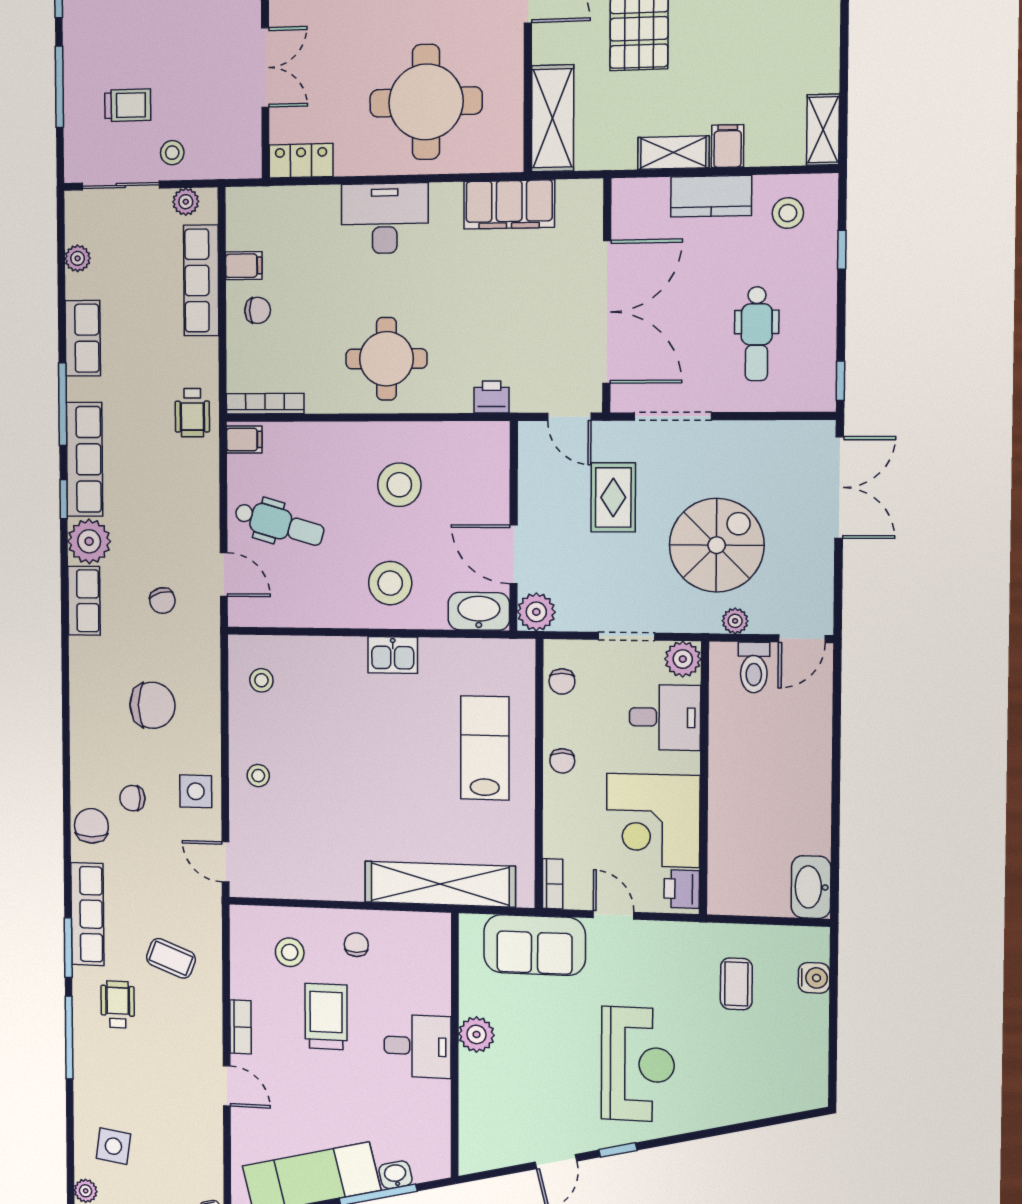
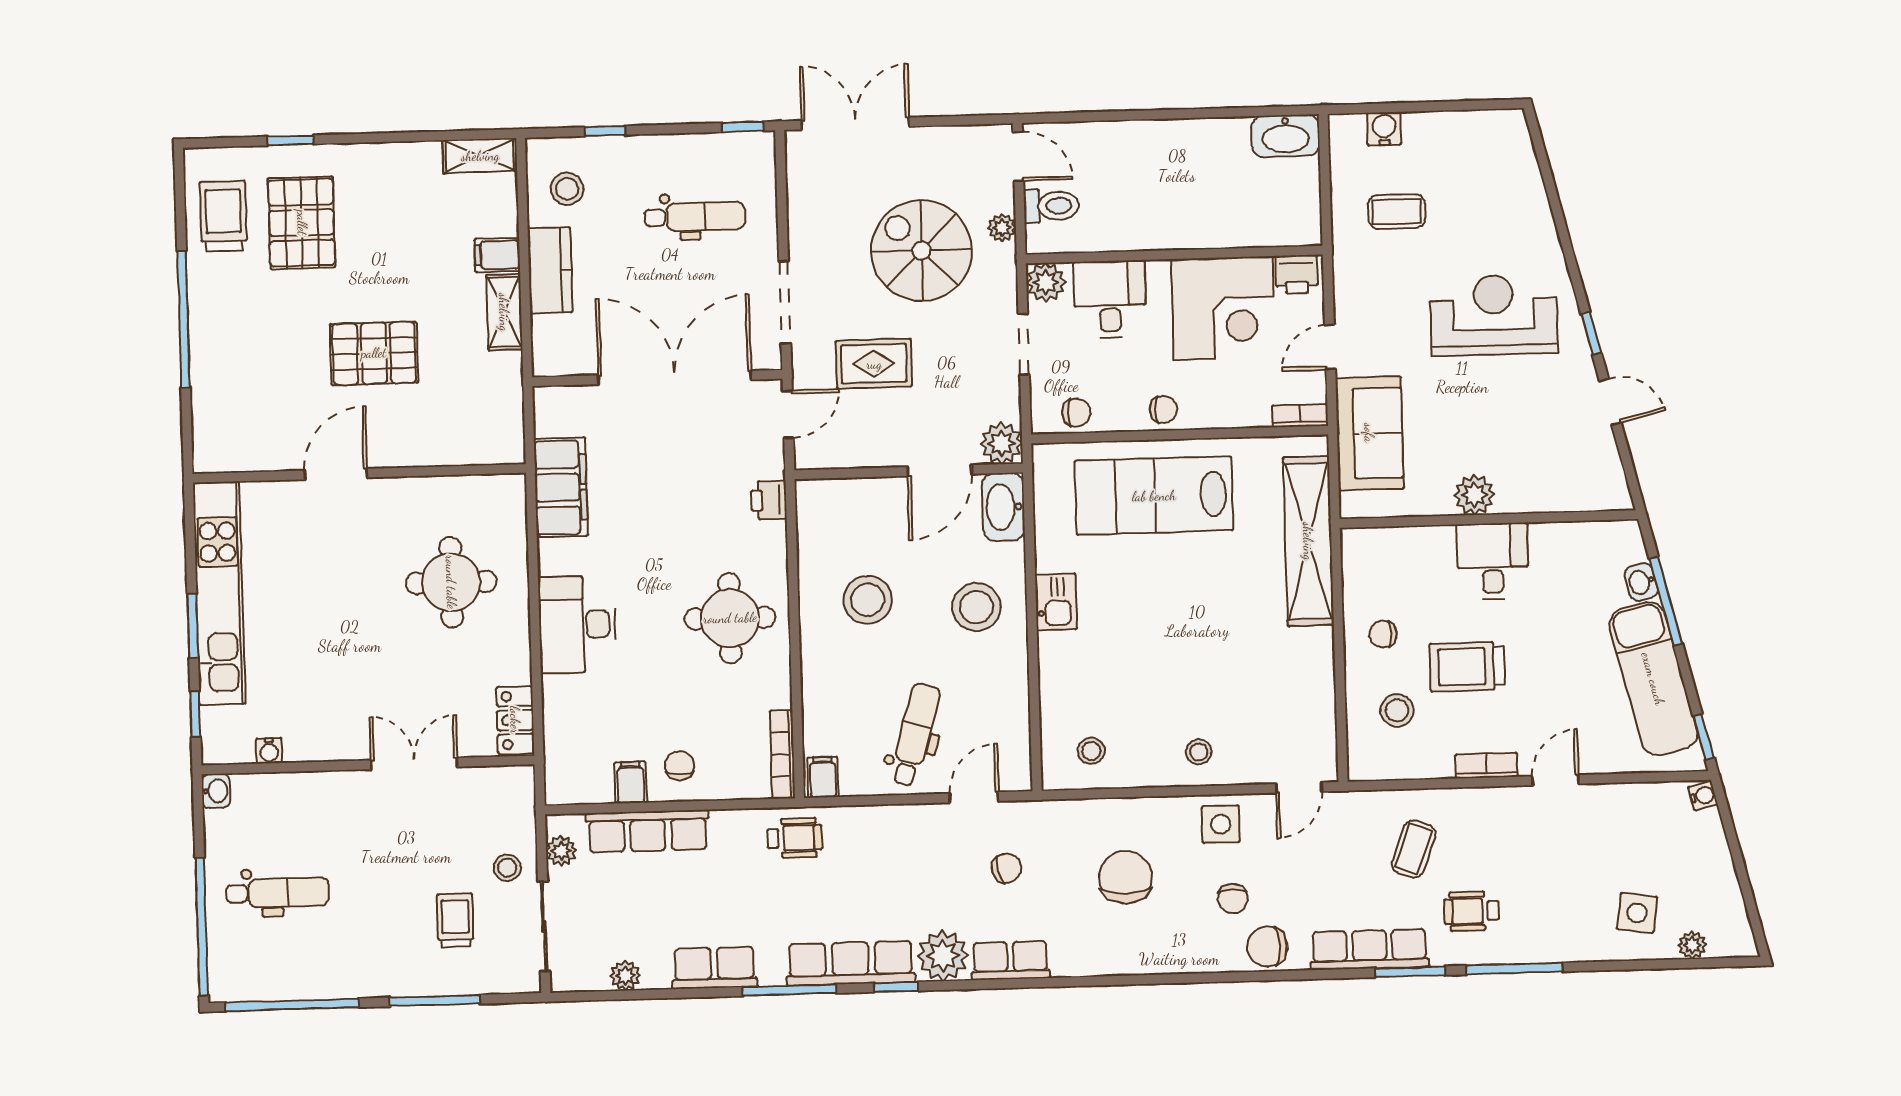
round table: (426, 102) -> (451, 582), width x0.73, depth x0.73
shelving: (553, 118) -> (469, 443), removed
lab bench: (485, 748) -> (1154, 496), width x1.36, depth x1.39

